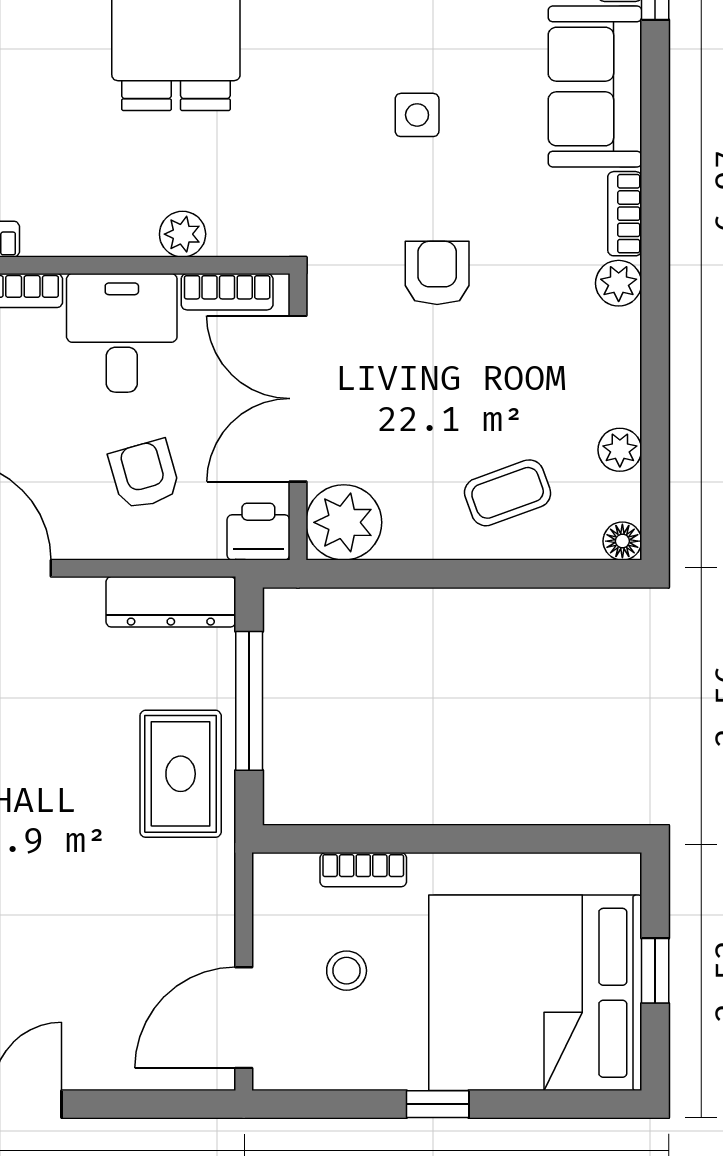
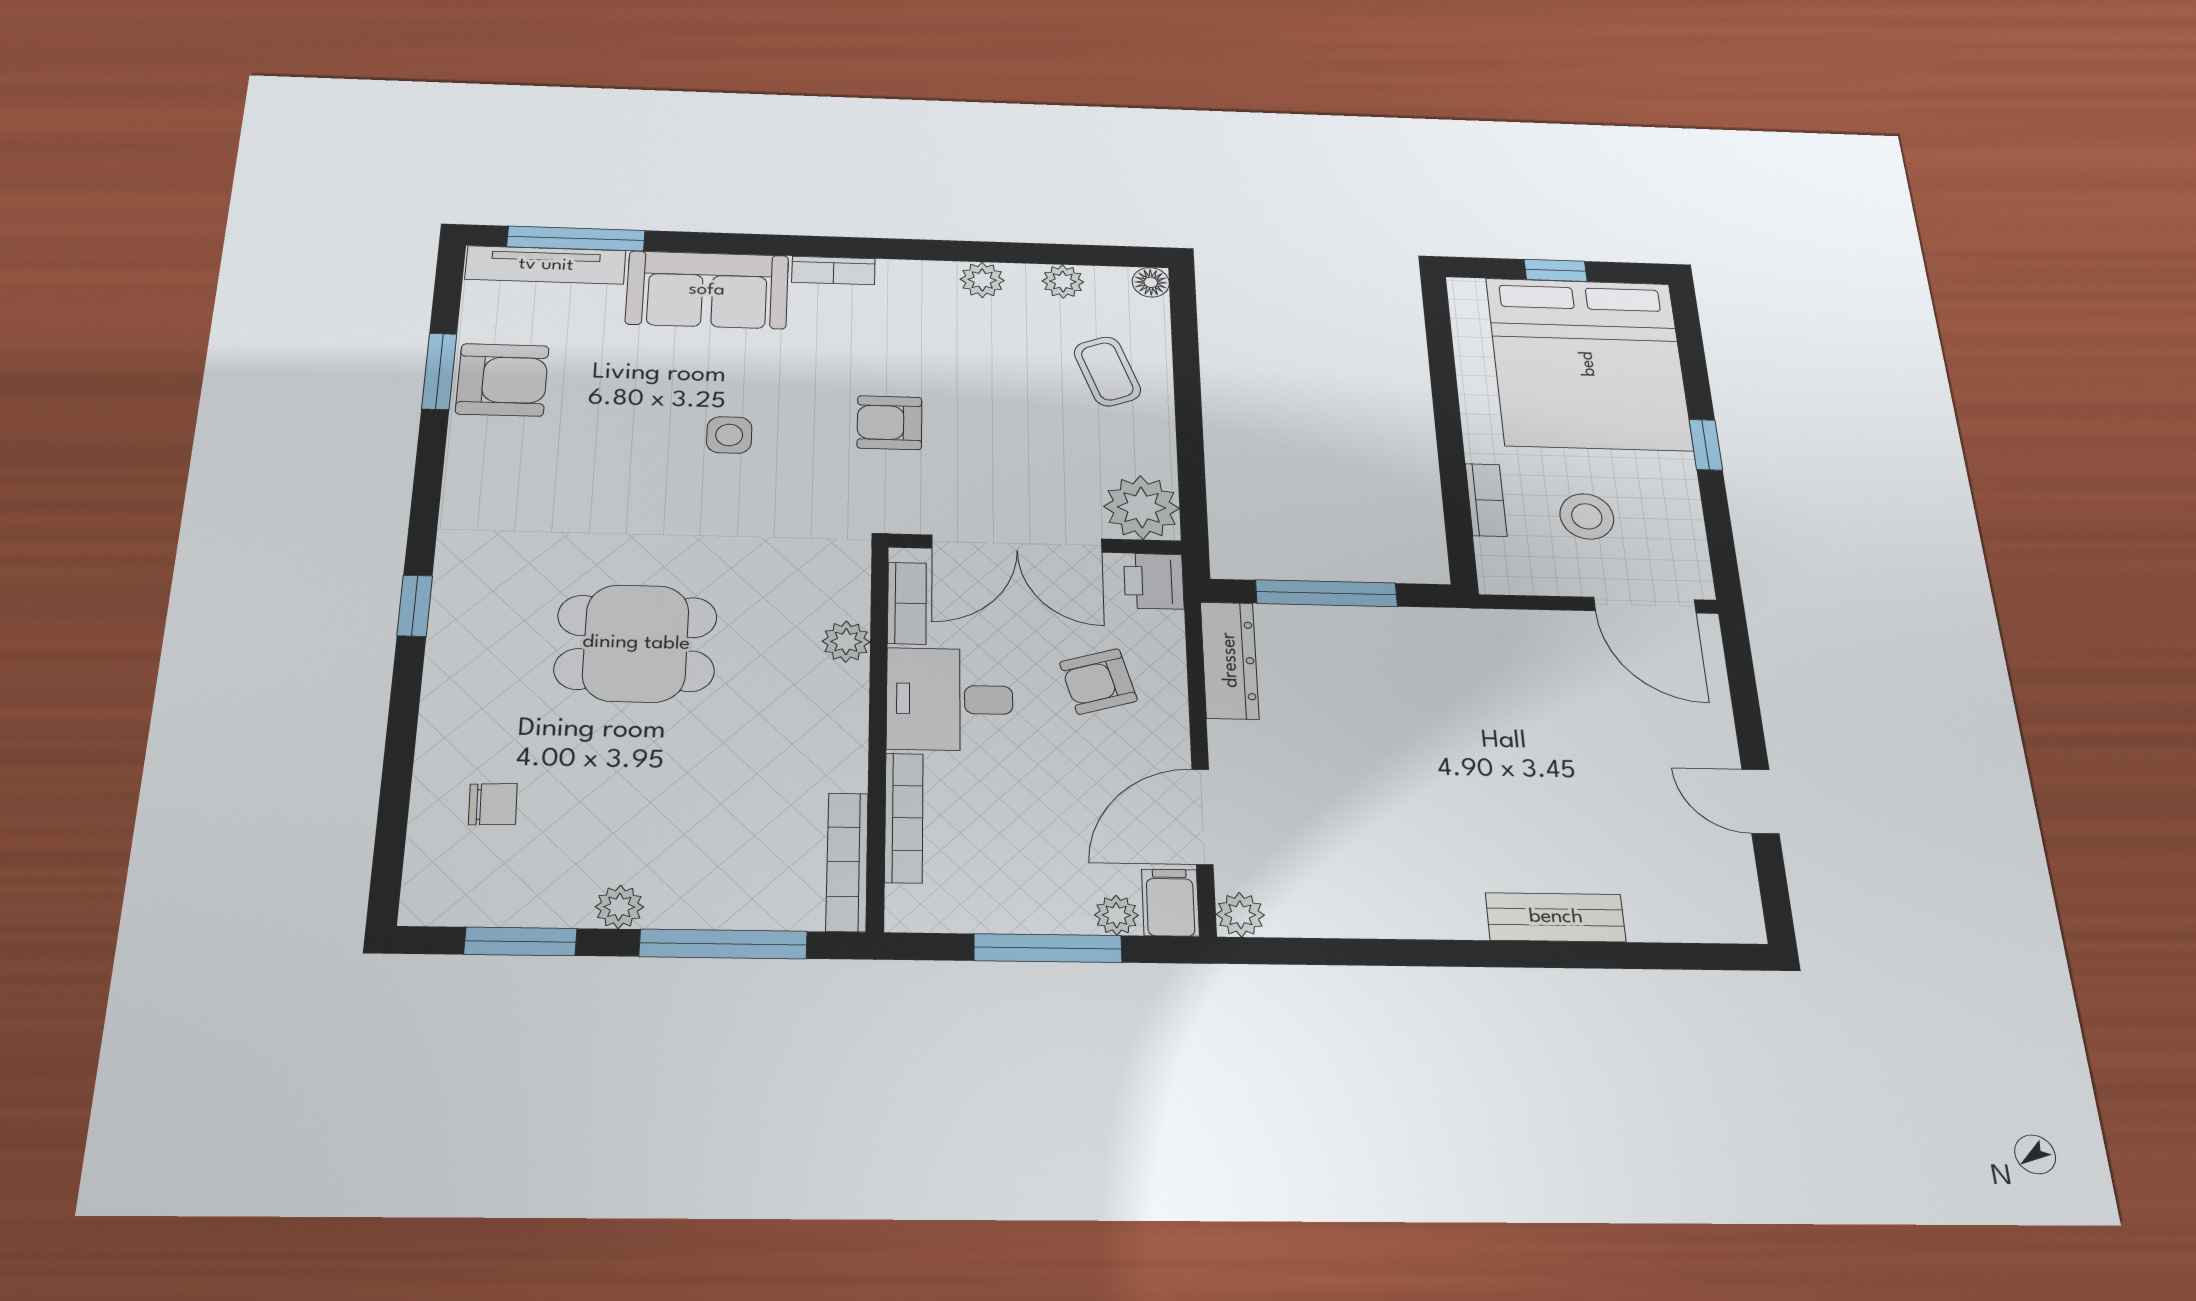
plant: (619, 283) -> (982, 280), moved
rug: (181, 774) -> (1405, 655), removed
stool: (347, 971) -> (1587, 516), width x1.37, depth x1.37

